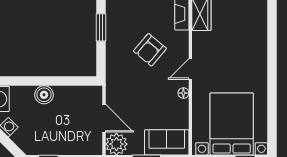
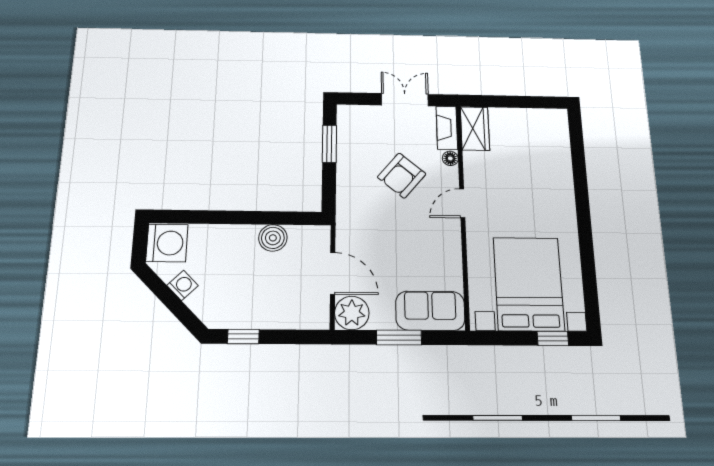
floor lamp: (183, 93) -> (450, 158), moved
boiler: (44, 95) -> (273, 238), moved

